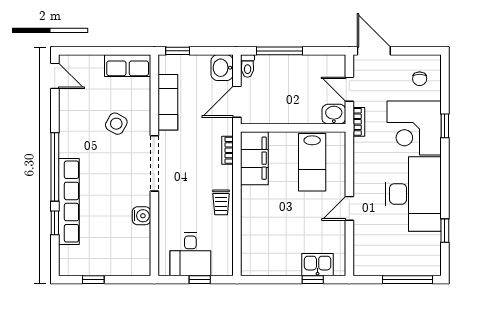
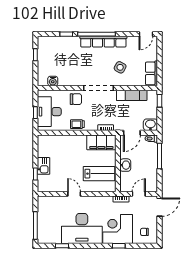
door: (237, 102) -> (132, 133), swing flipped
washbasin: (334, 114) -> (125, 165), moved
lab bench: (312, 162) -> (99, 174), turned 180
row of seats: (69, 201) -> (103, 42), moved
chair: (175, 205) -> (76, 99), added
water cooler: (141, 216) -> (53, 81), moved
desk: (190, 254) -> (49, 112), width x1.37
kitchen sink: (318, 265) -> (44, 166), moved

